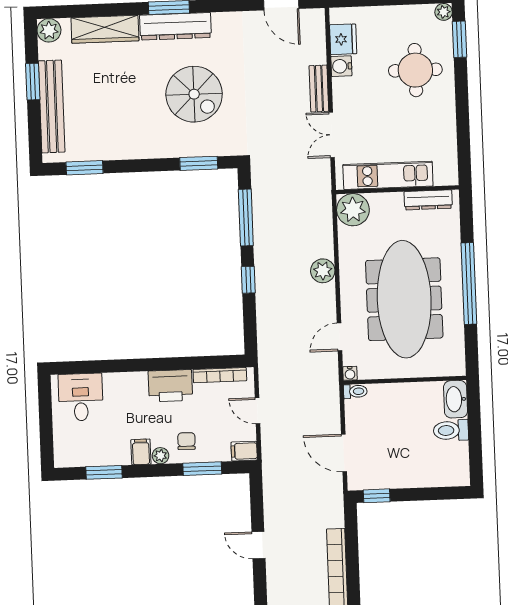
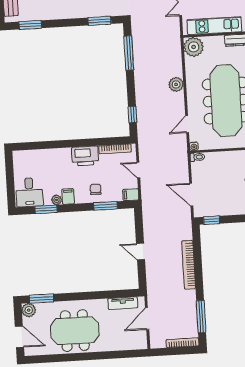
window: (248, 280) -> (132, 115), moved
desk: (81, 397) -> (29, 192), moved, turned 180
plant: (160, 456) -> (57, 200), moved

